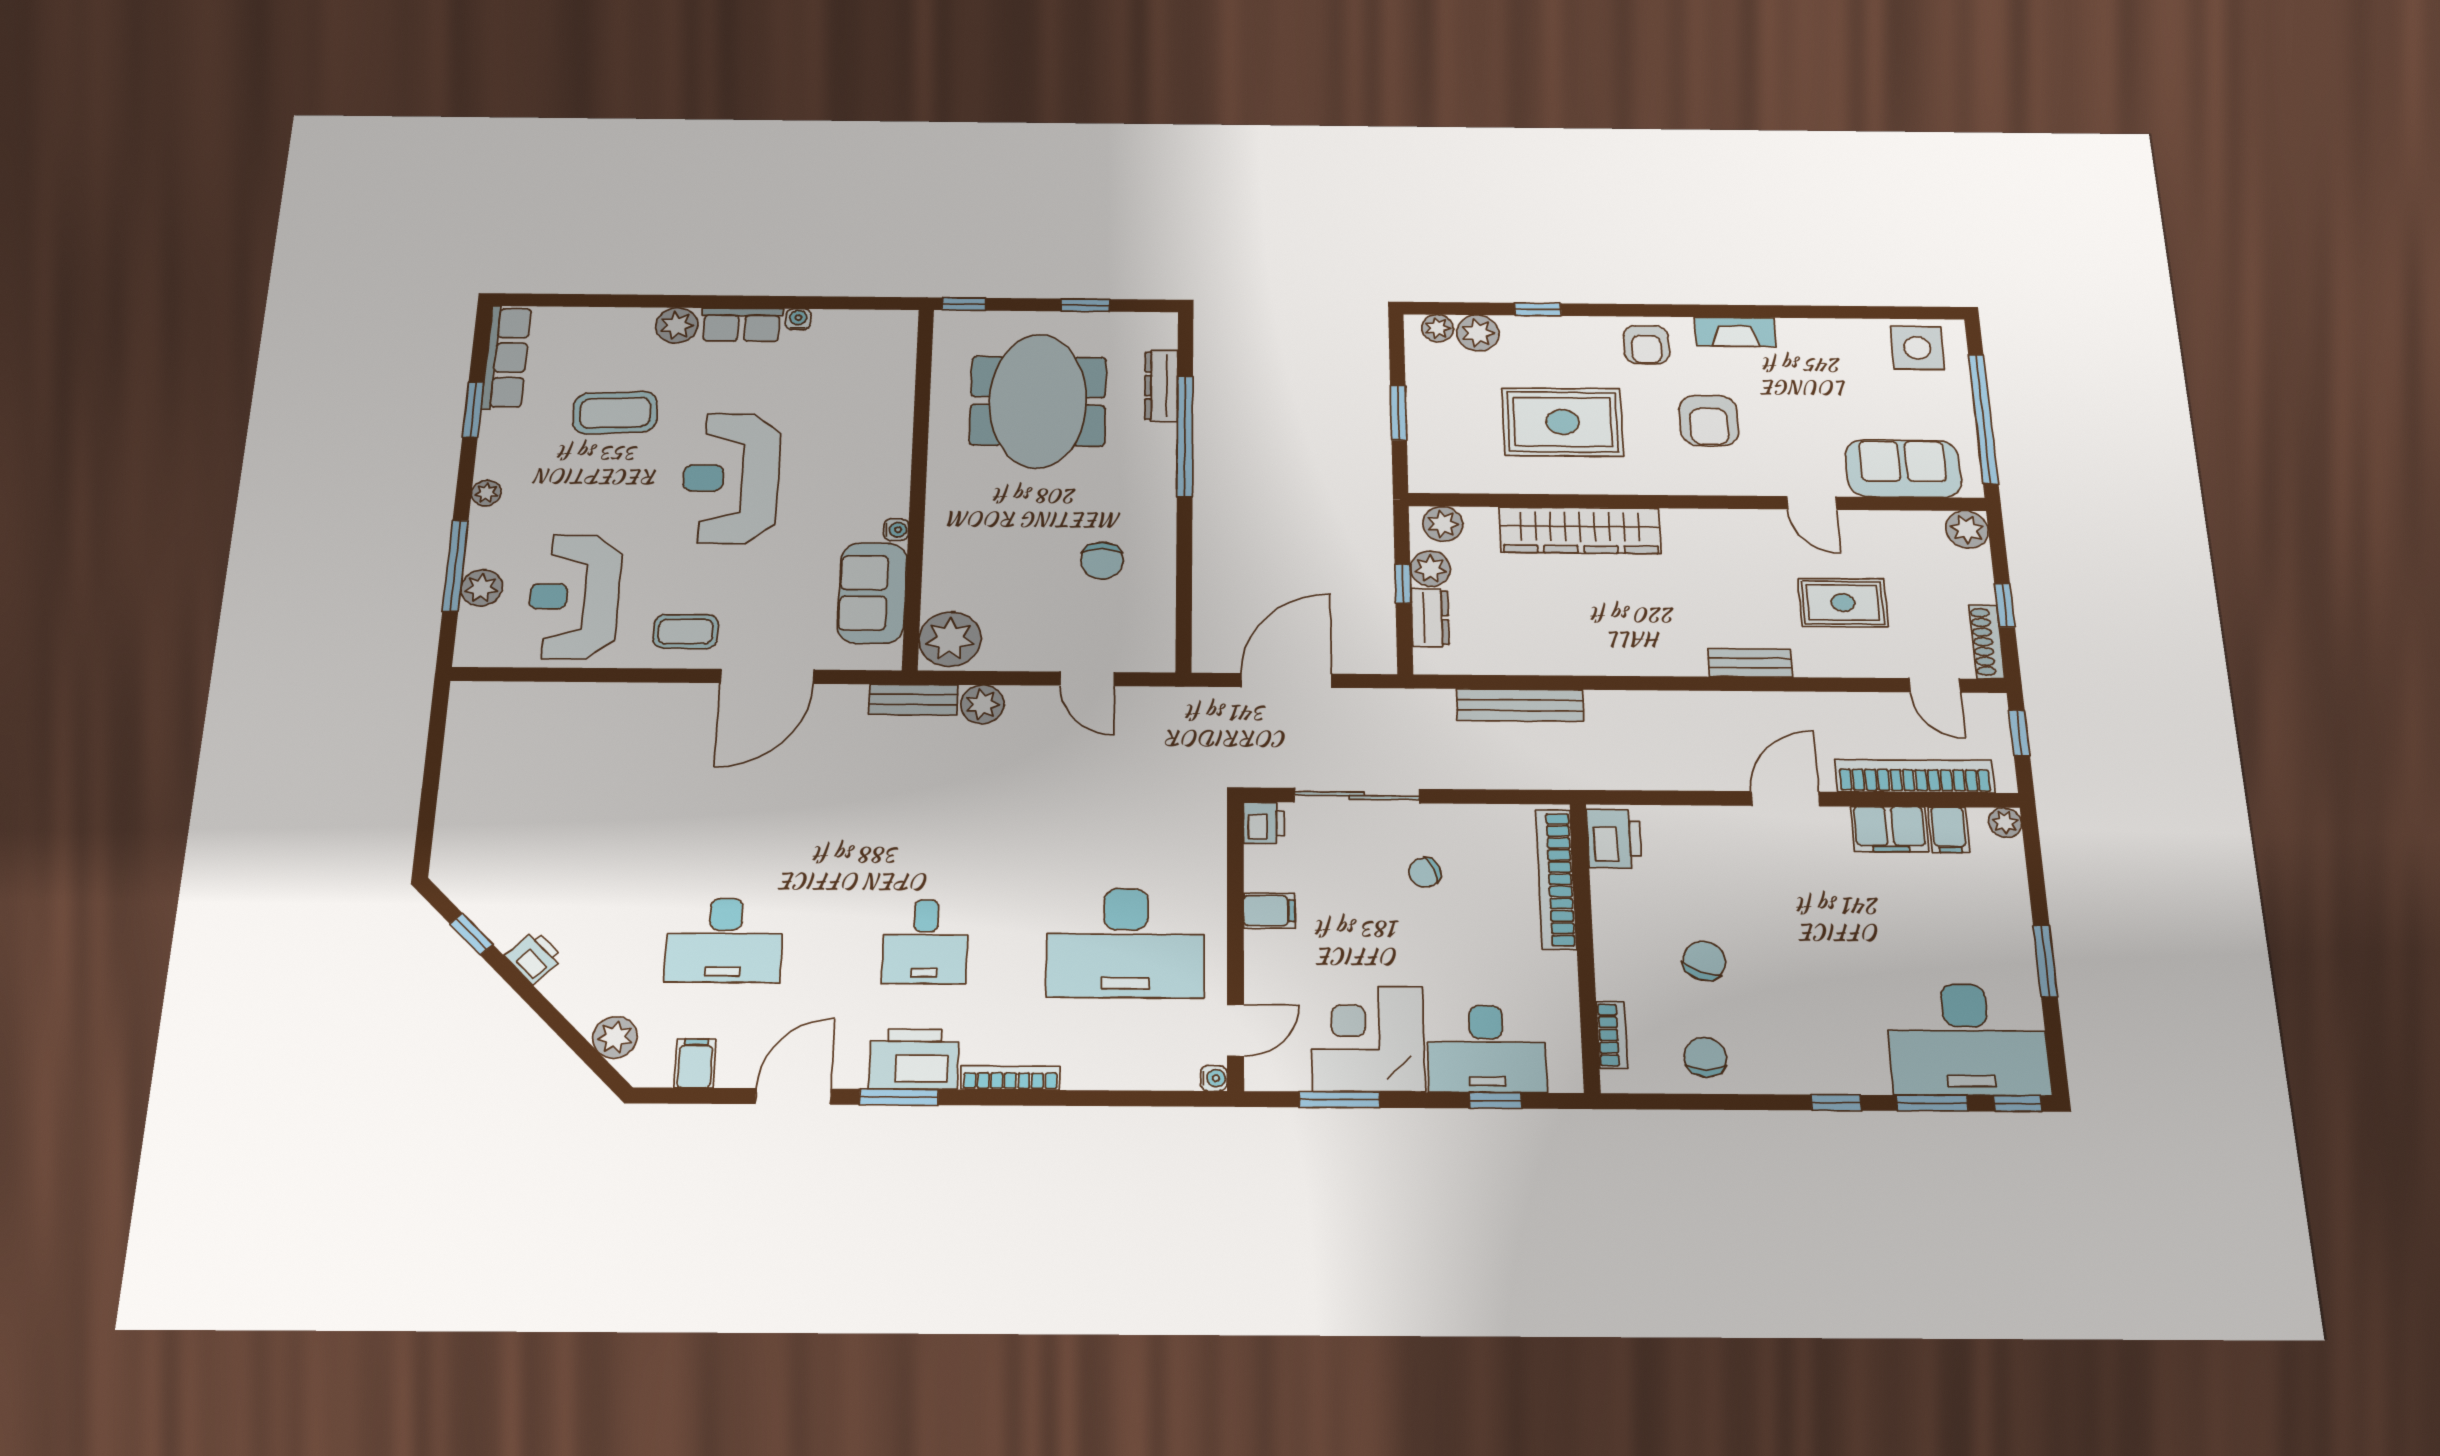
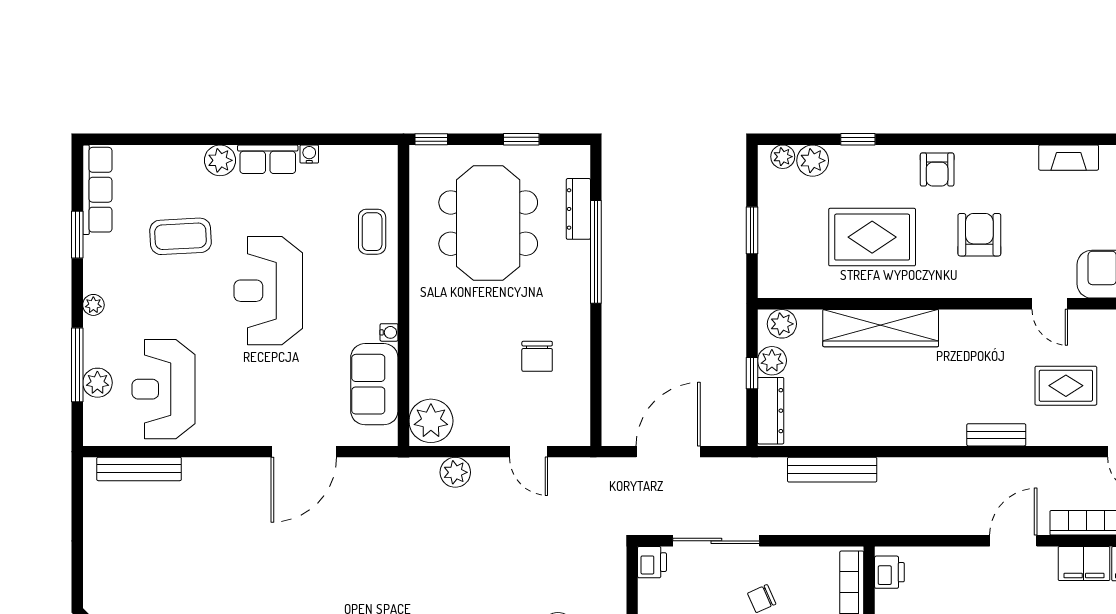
fireplace: (1735, 332) -> (1069, 158), moved
armchair: (1709, 420) -> (979, 235), turned 180
dresser: (1430, 618) -> (771, 411), width x1.44
coffee table: (686, 632) -> (372, 232), moved, turned 90
bench: (913, 700) -> (139, 469), moved, width x1.36
printer: (1614, 839) -> (889, 572), width x0.73, depth x0.81

